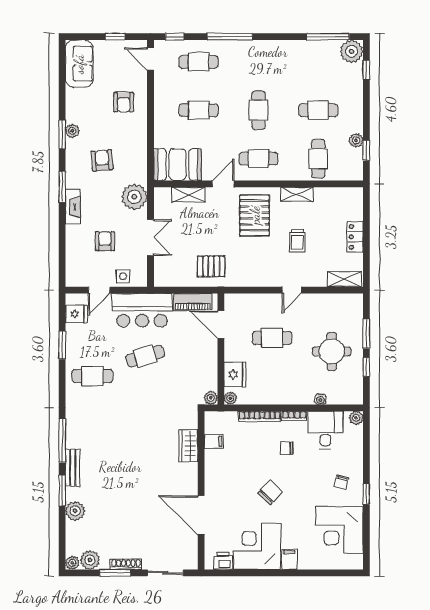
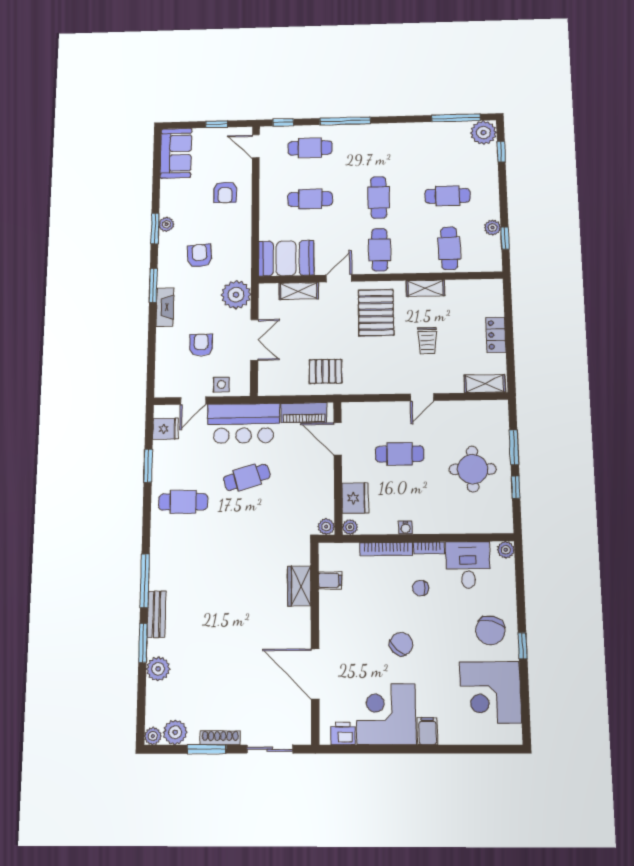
cafe table: (258, 159) -> (380, 250), turned 90
water cooler: (320, 399) -> (406, 528), moved
chair: (341, 482) -> (490, 630), width x1.87, depth x1.87

